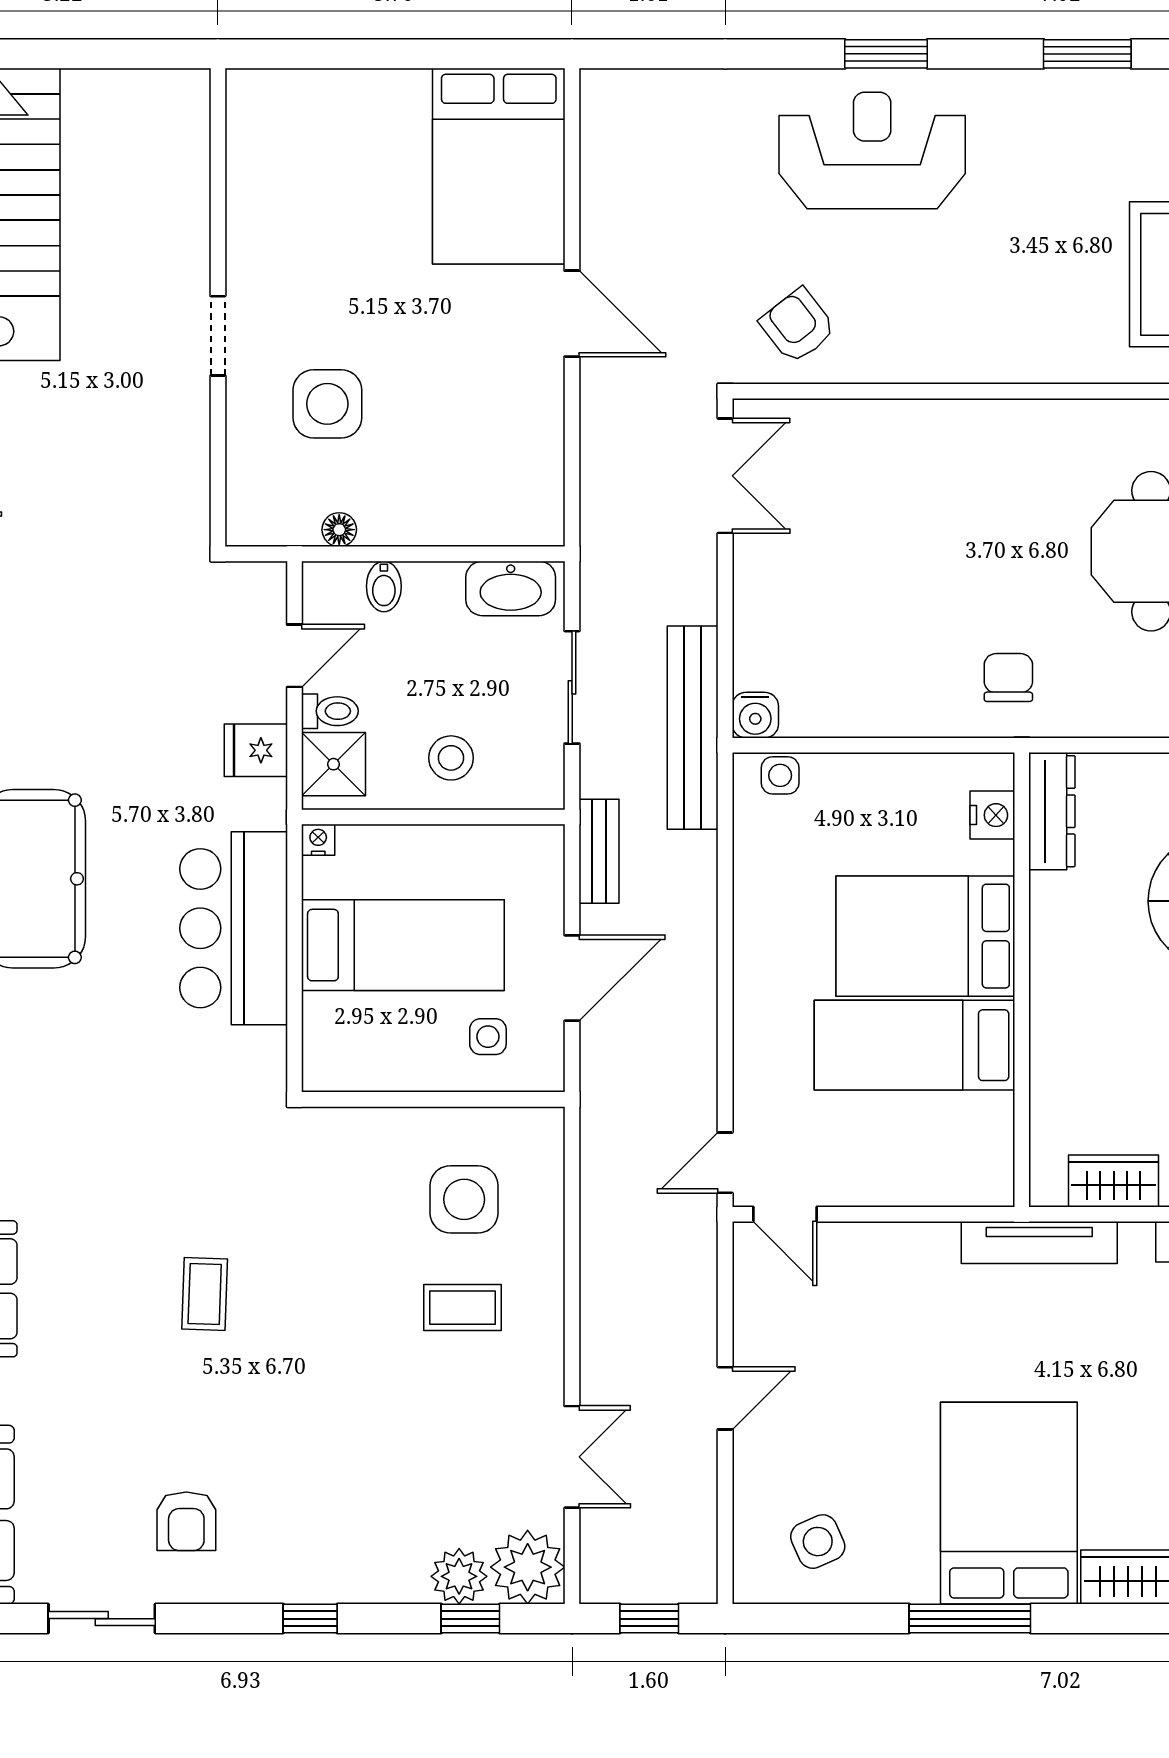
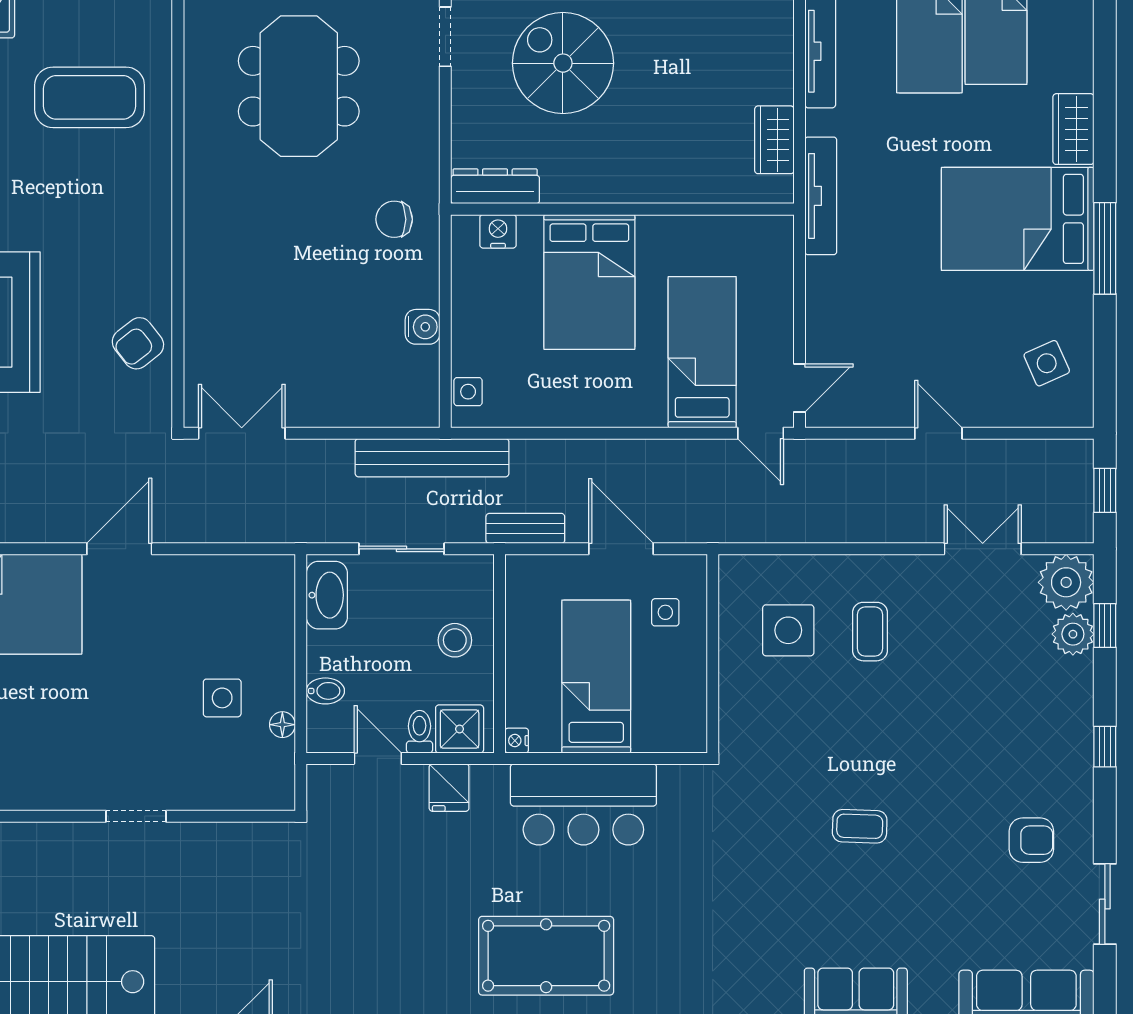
armchair: (798, 326) -> (138, 343), moved
side table: (327, 404) -> (222, 698), moved, width x0.73, depth x0.73
water cooler: (755, 715) -> (422, 327), moved
bed: (914, 1045) -> (702, 352), moved, turned 180

